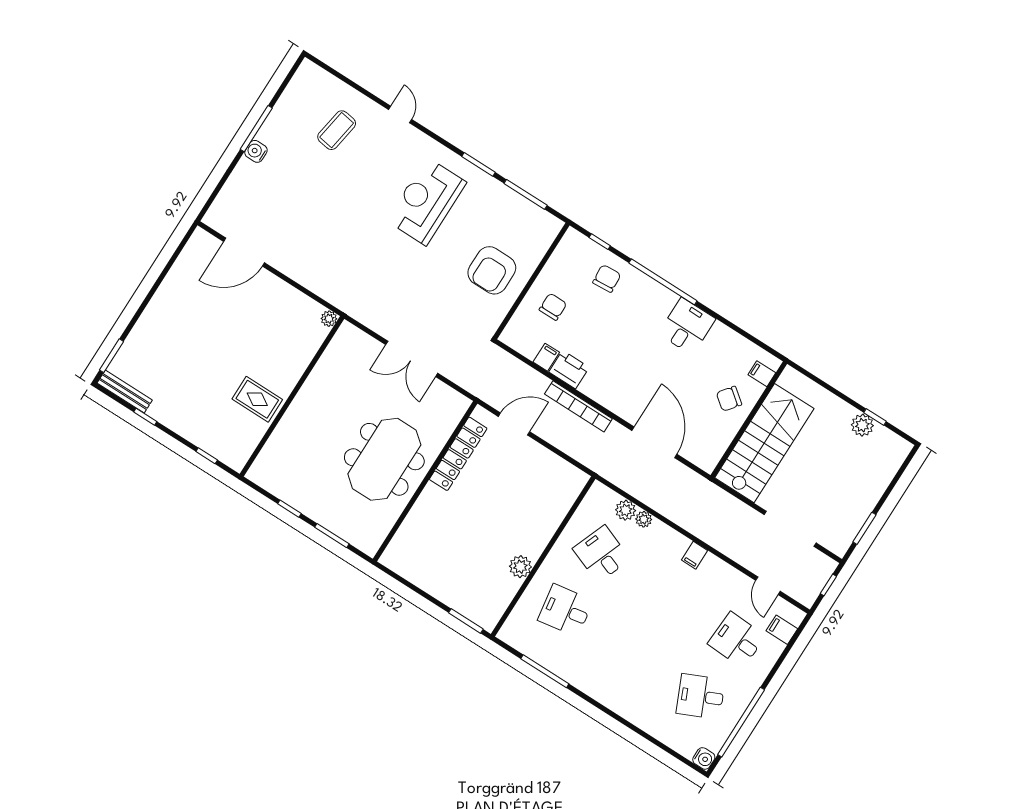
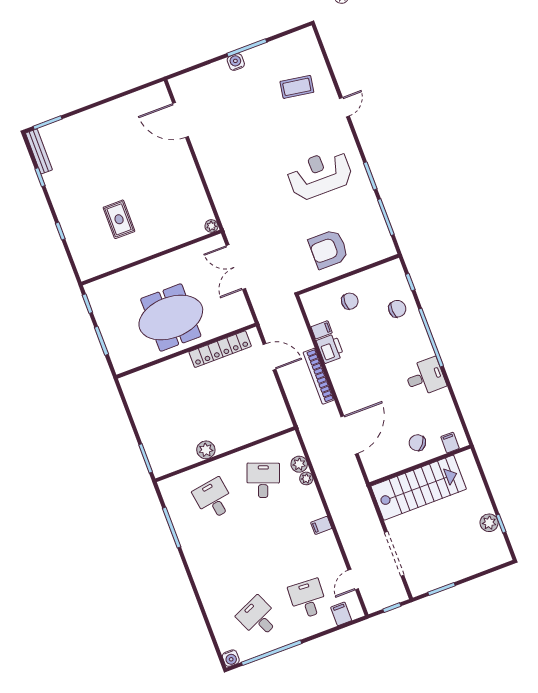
plant: (329, 319) -> (211, 226), moved
wall: (292, 396) -> (151, 258), moved

